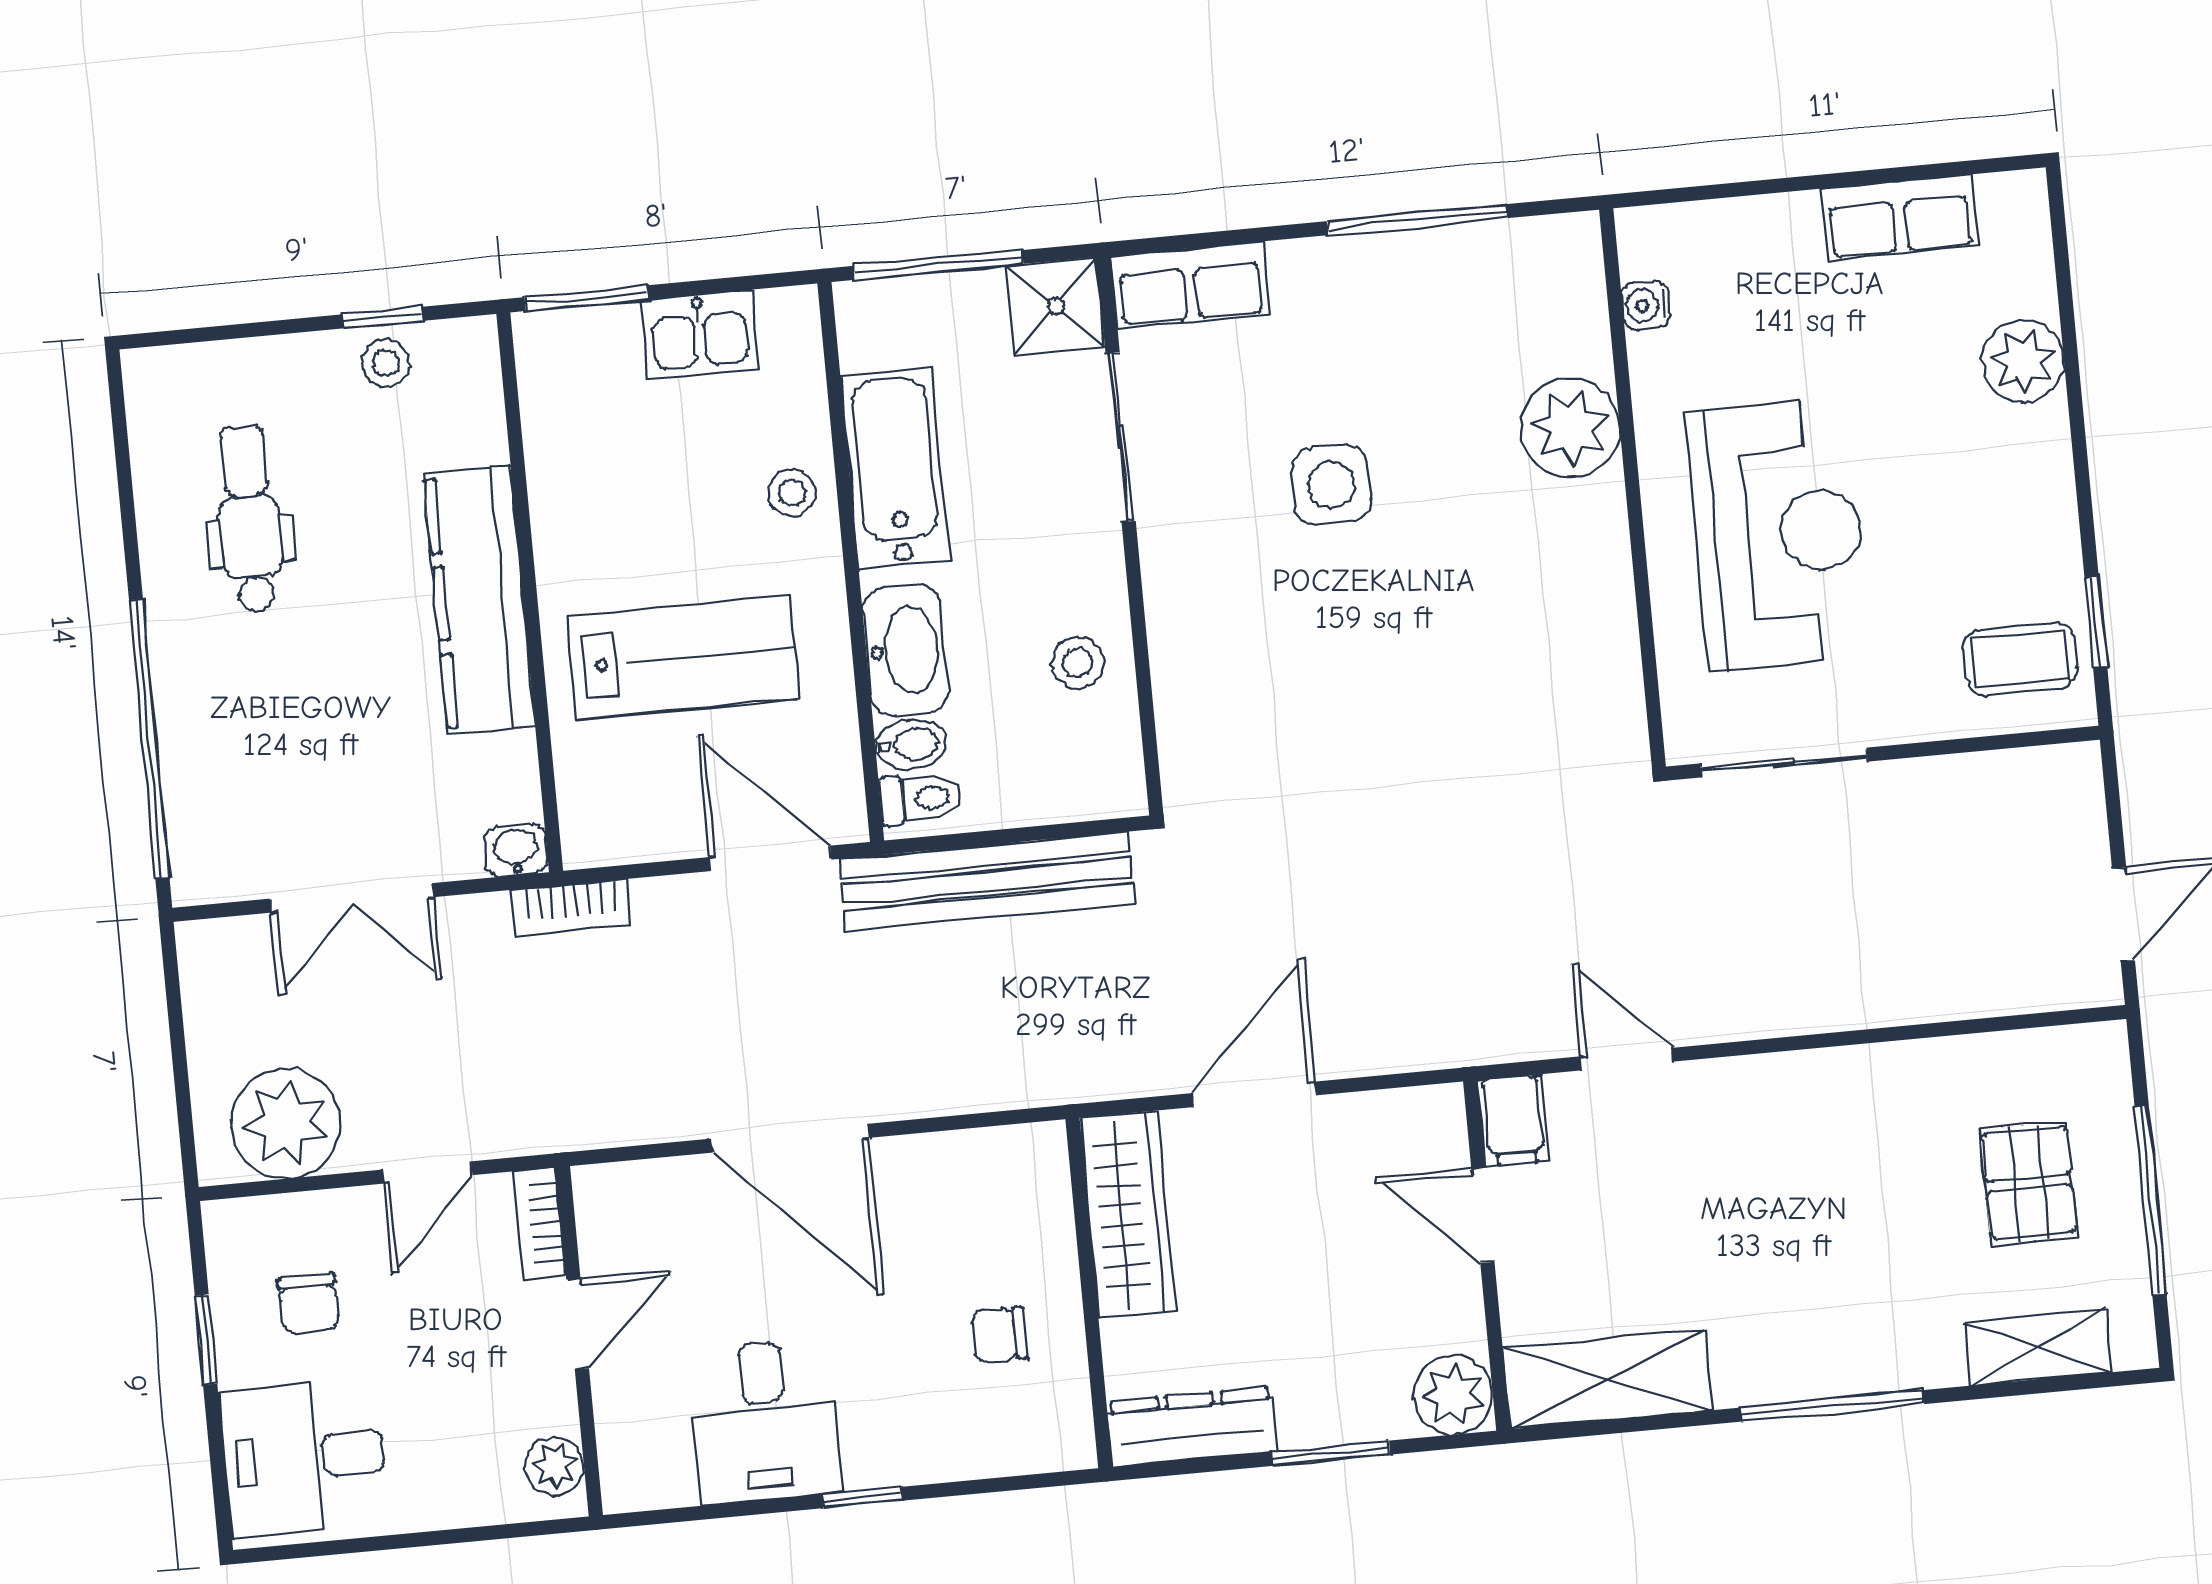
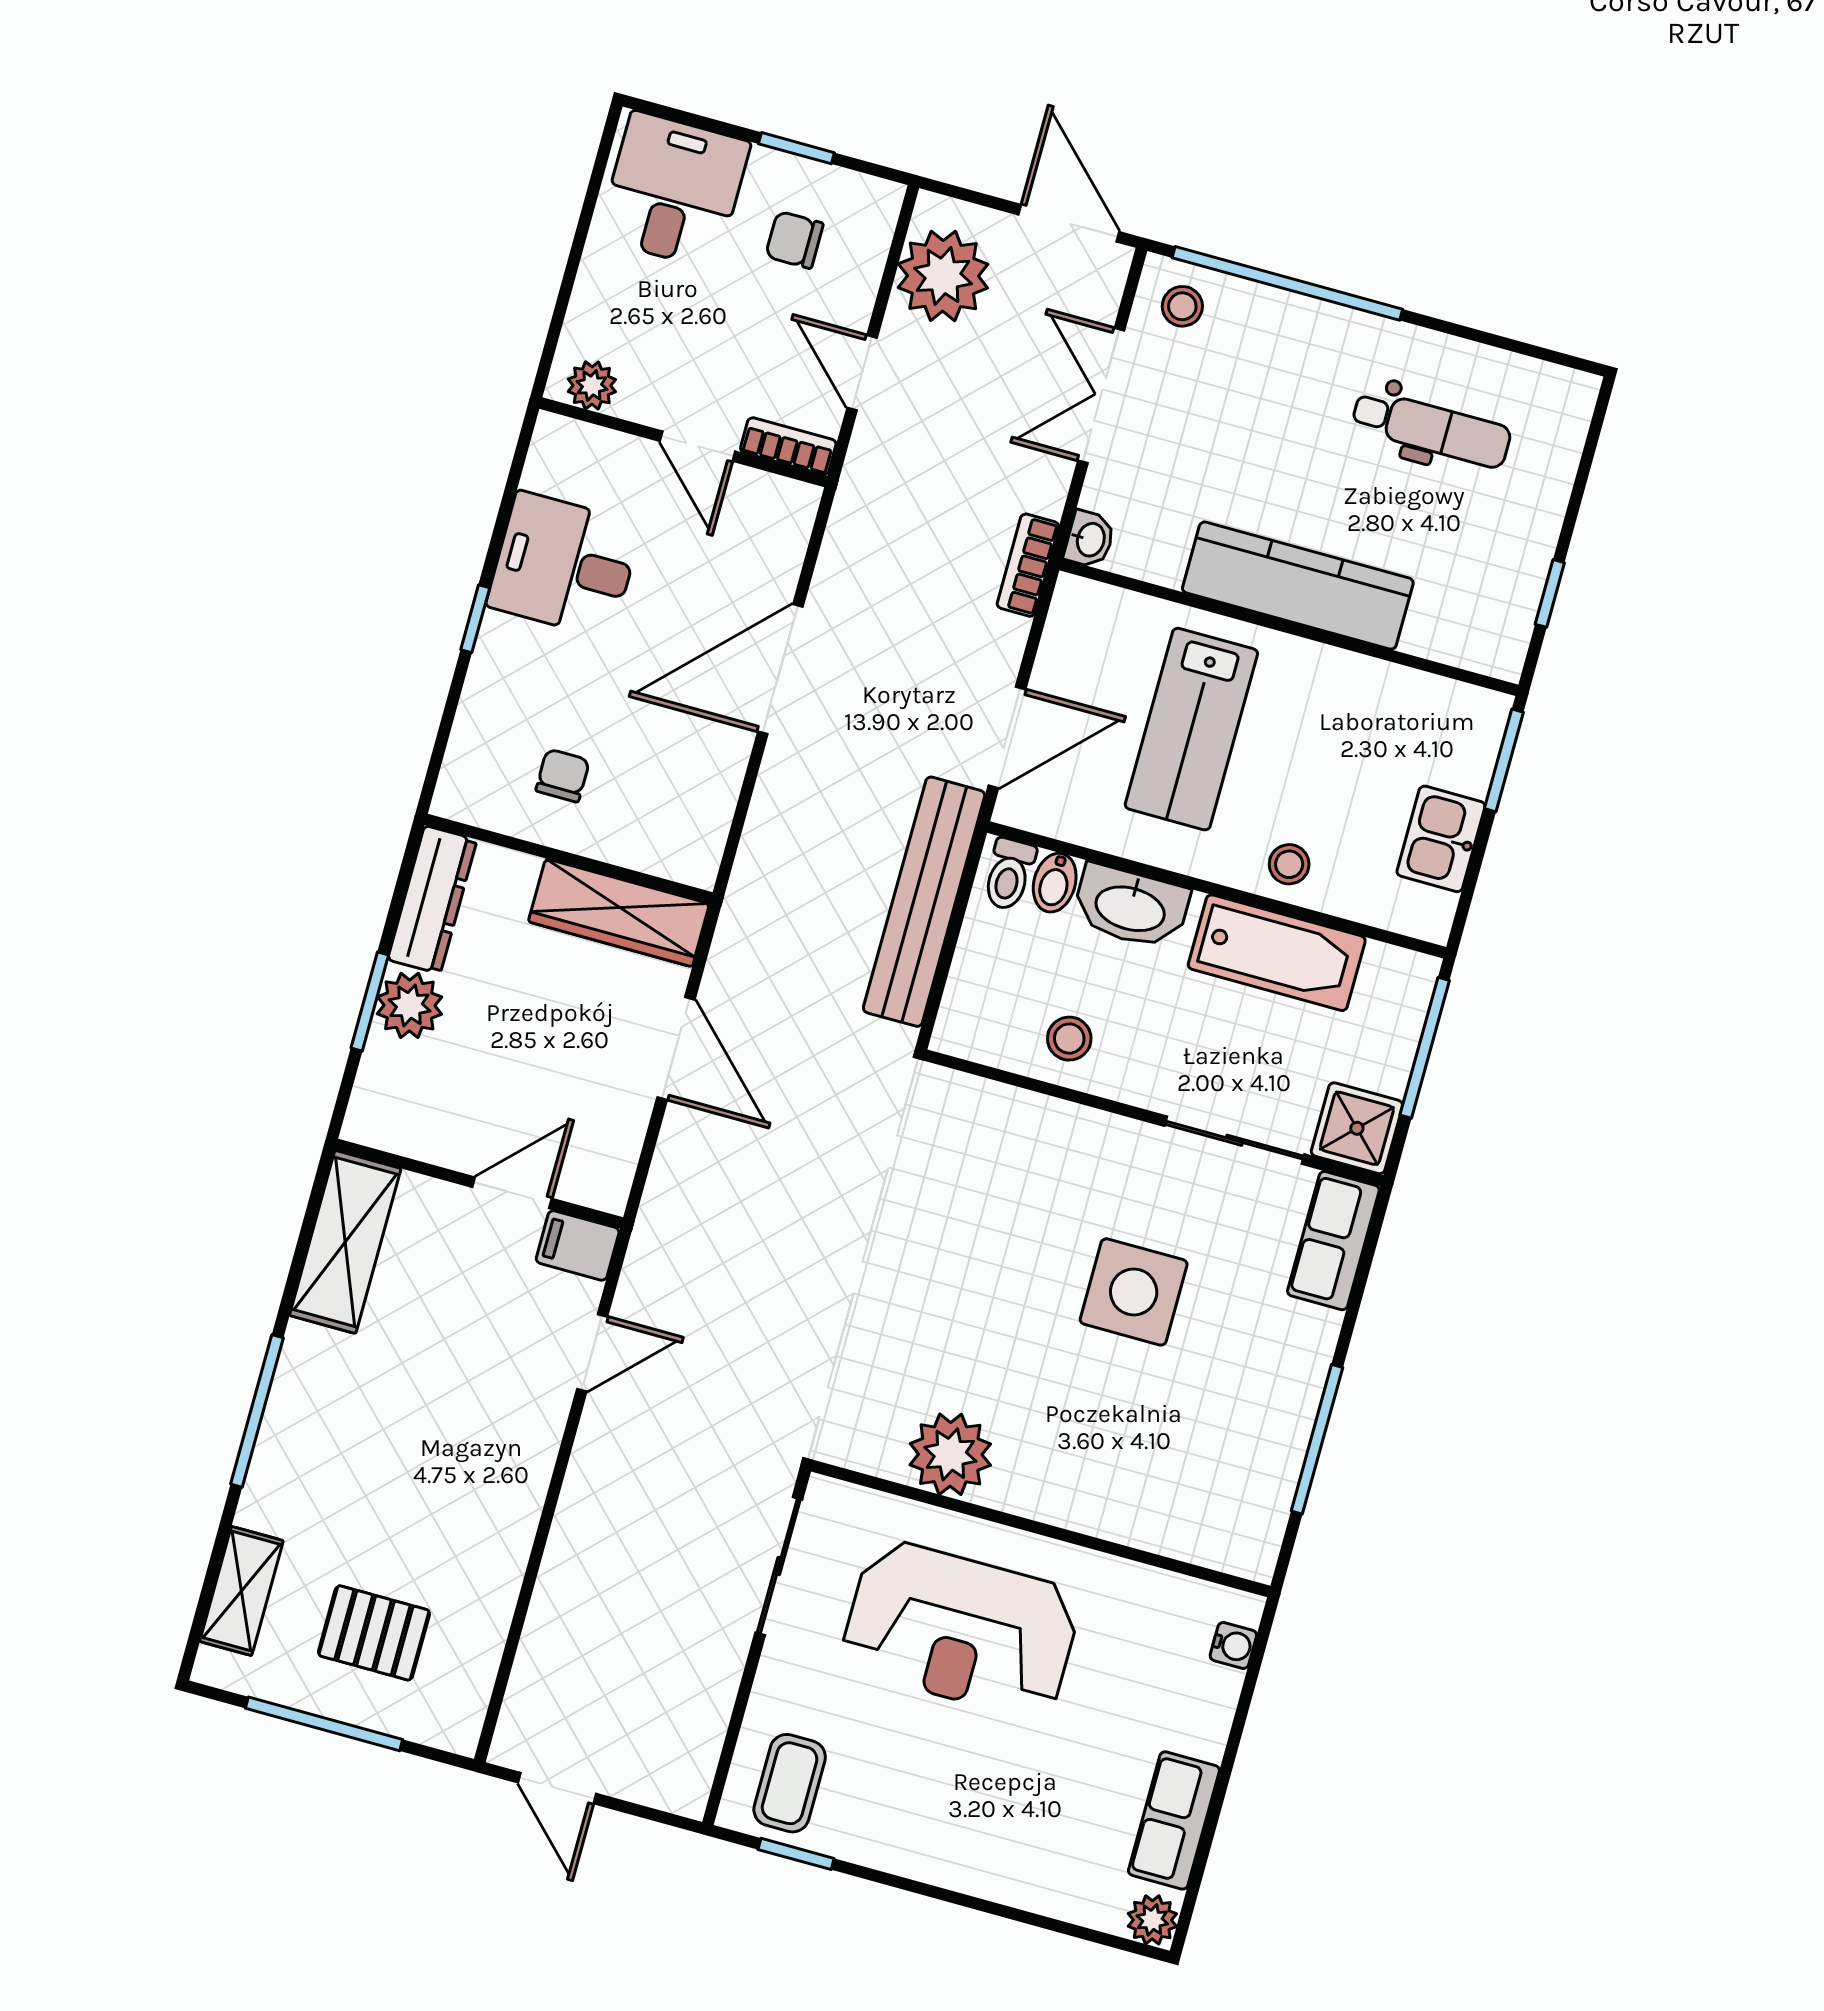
water cooler: (1646, 305) -> (1233, 1645), moved, turned 90
plant: (2023, 361) -> (1152, 1920), moved, width x0.73, depth x0.73
stool: (386, 363) -> (1182, 306), moved
plant: (1570, 428) -> (950, 1454), moved
side table: (1331, 485) -> (1134, 1292), width x1.37, depth x1.37
door: (174, 1006) -> (1069, 223), added
plant: (1453, 1395) -> (409, 1005), moved

